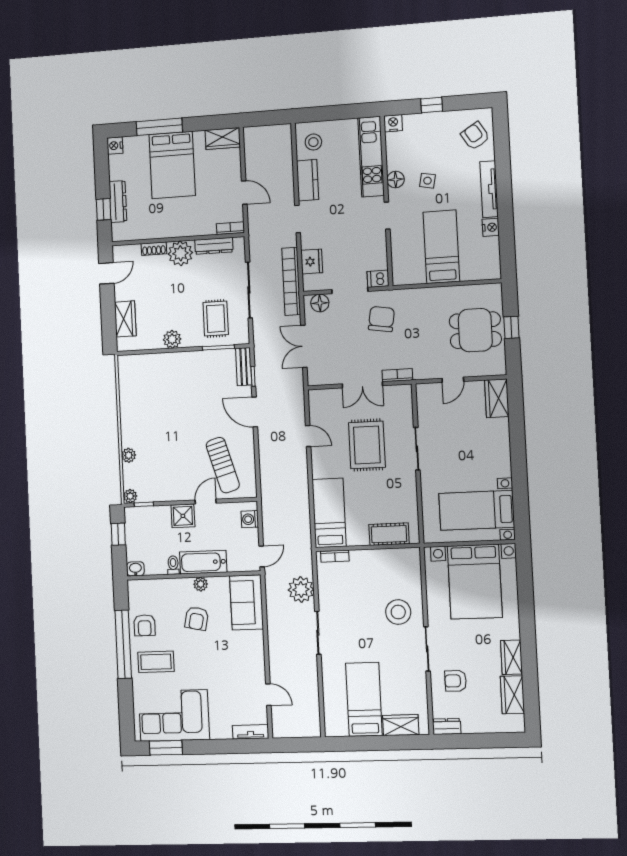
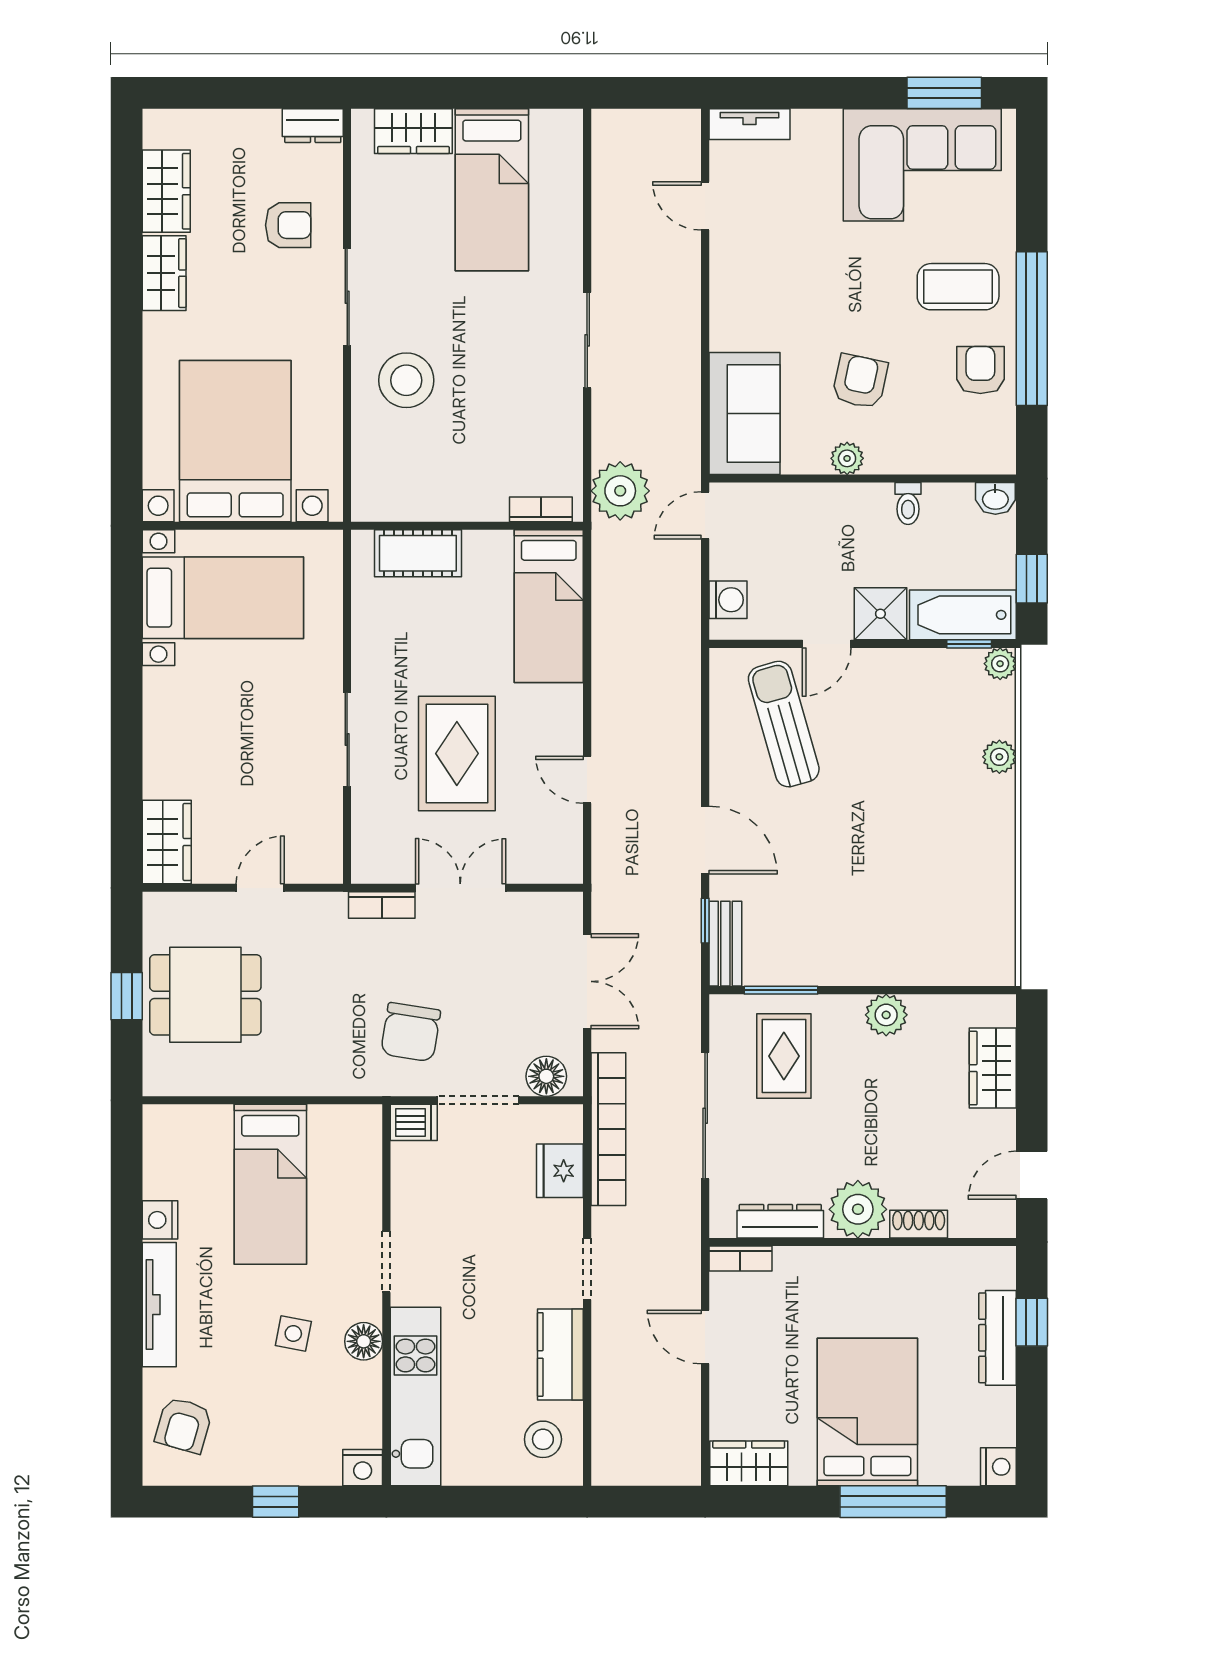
armchair: (475, 136) -> (184, 1425), turned 48
bathtub: (203, 562) -> (963, 615), moved, turned 180
plant: (301, 590) -> (620, 491), moved

